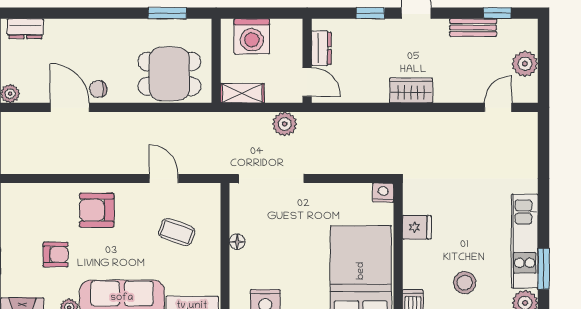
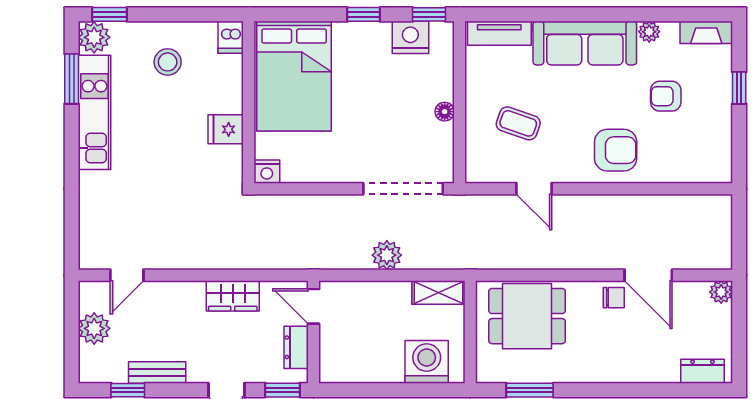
dresser: (321, 48) -> (296, 347), moved
wall: (307, 61) -> (314, 332), moved
door: (307, 82) -> (314, 306), moved

